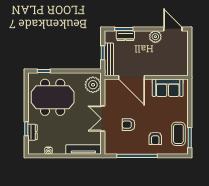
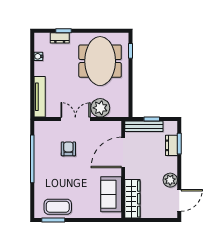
wardrobe: (172, 69) -> (132, 199), added
plant: (93, 85) -> (100, 108), moved
armchair: (155, 138) -> (52, 180), removed

